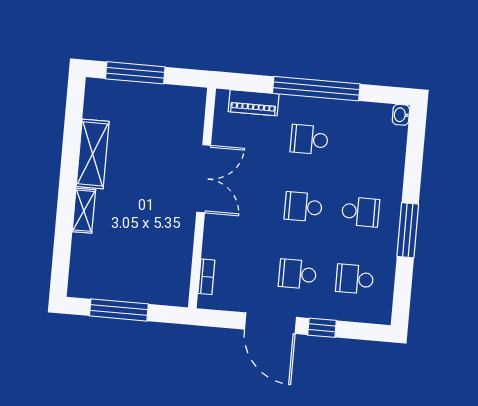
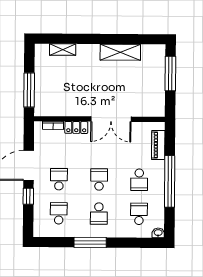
school desk: (309, 139) -> (139, 180), turned 180
school desk: (366, 144) -> (139, 214), added
shelving: (84, 211) -> (63, 50), moved
locker: (213, 238) -> (76, 127), added
window: (119, 310) -> (29, 90), moved

